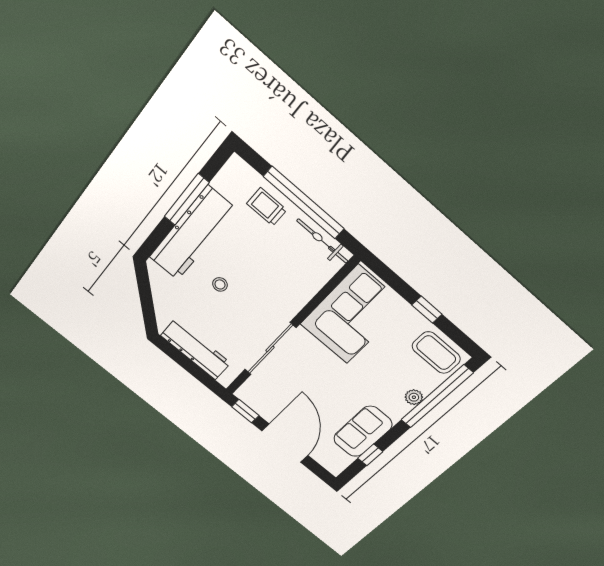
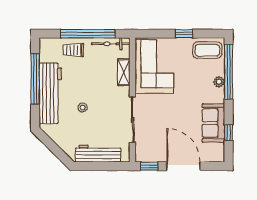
window: (187, 200) -> (35, 79), width x1.46
shelving: (308, 288) -> (124, 72), added

